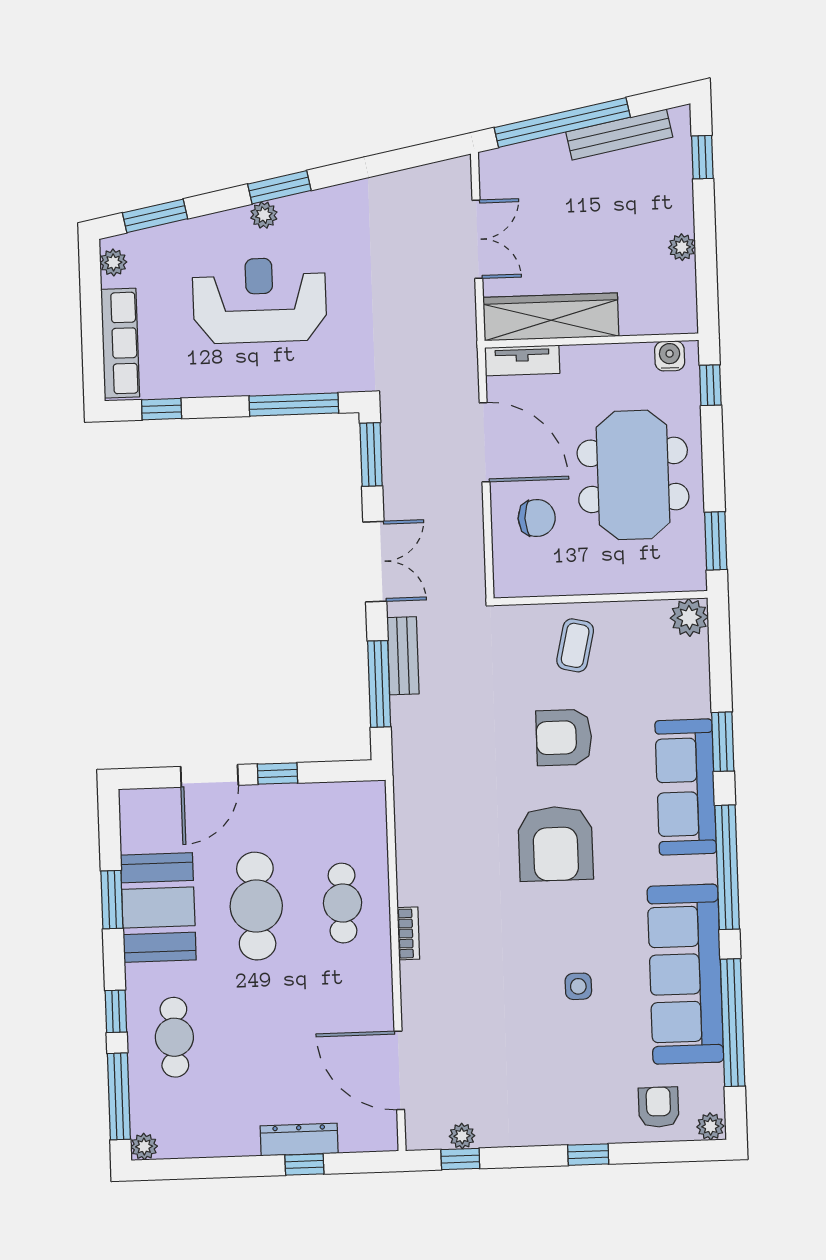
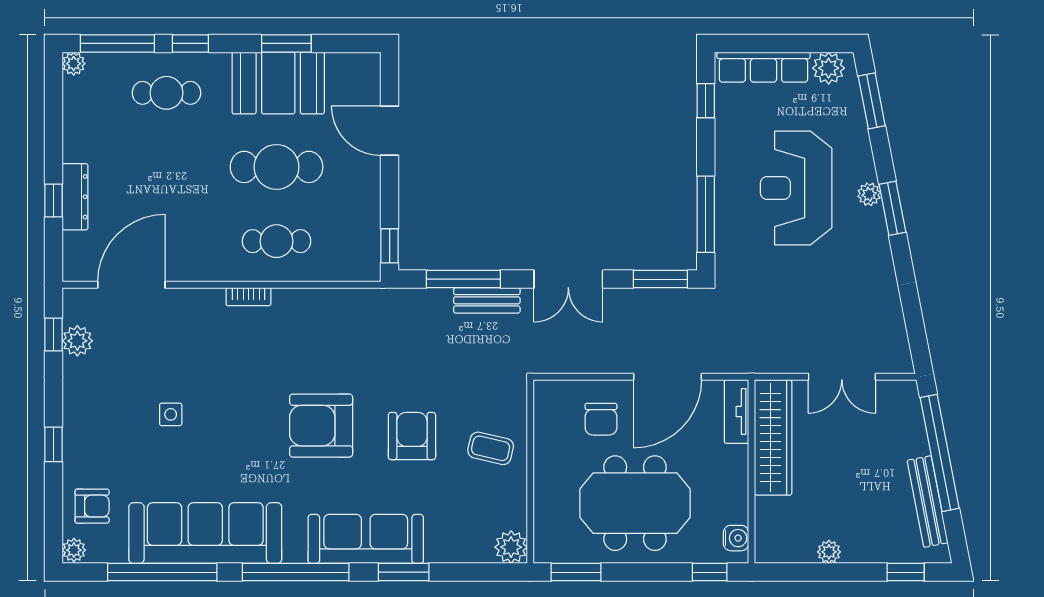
plant: (113, 262) -> (829, 68), width x1.38, depth x1.38
reception desk: (260, 300) -> (796, 188), turned 180
window: (277, 774) -> (390, 246), moved
side table: (578, 986) -> (171, 414), moved
plant: (462, 1136) -> (77, 341), width x1.38, depth x1.38

